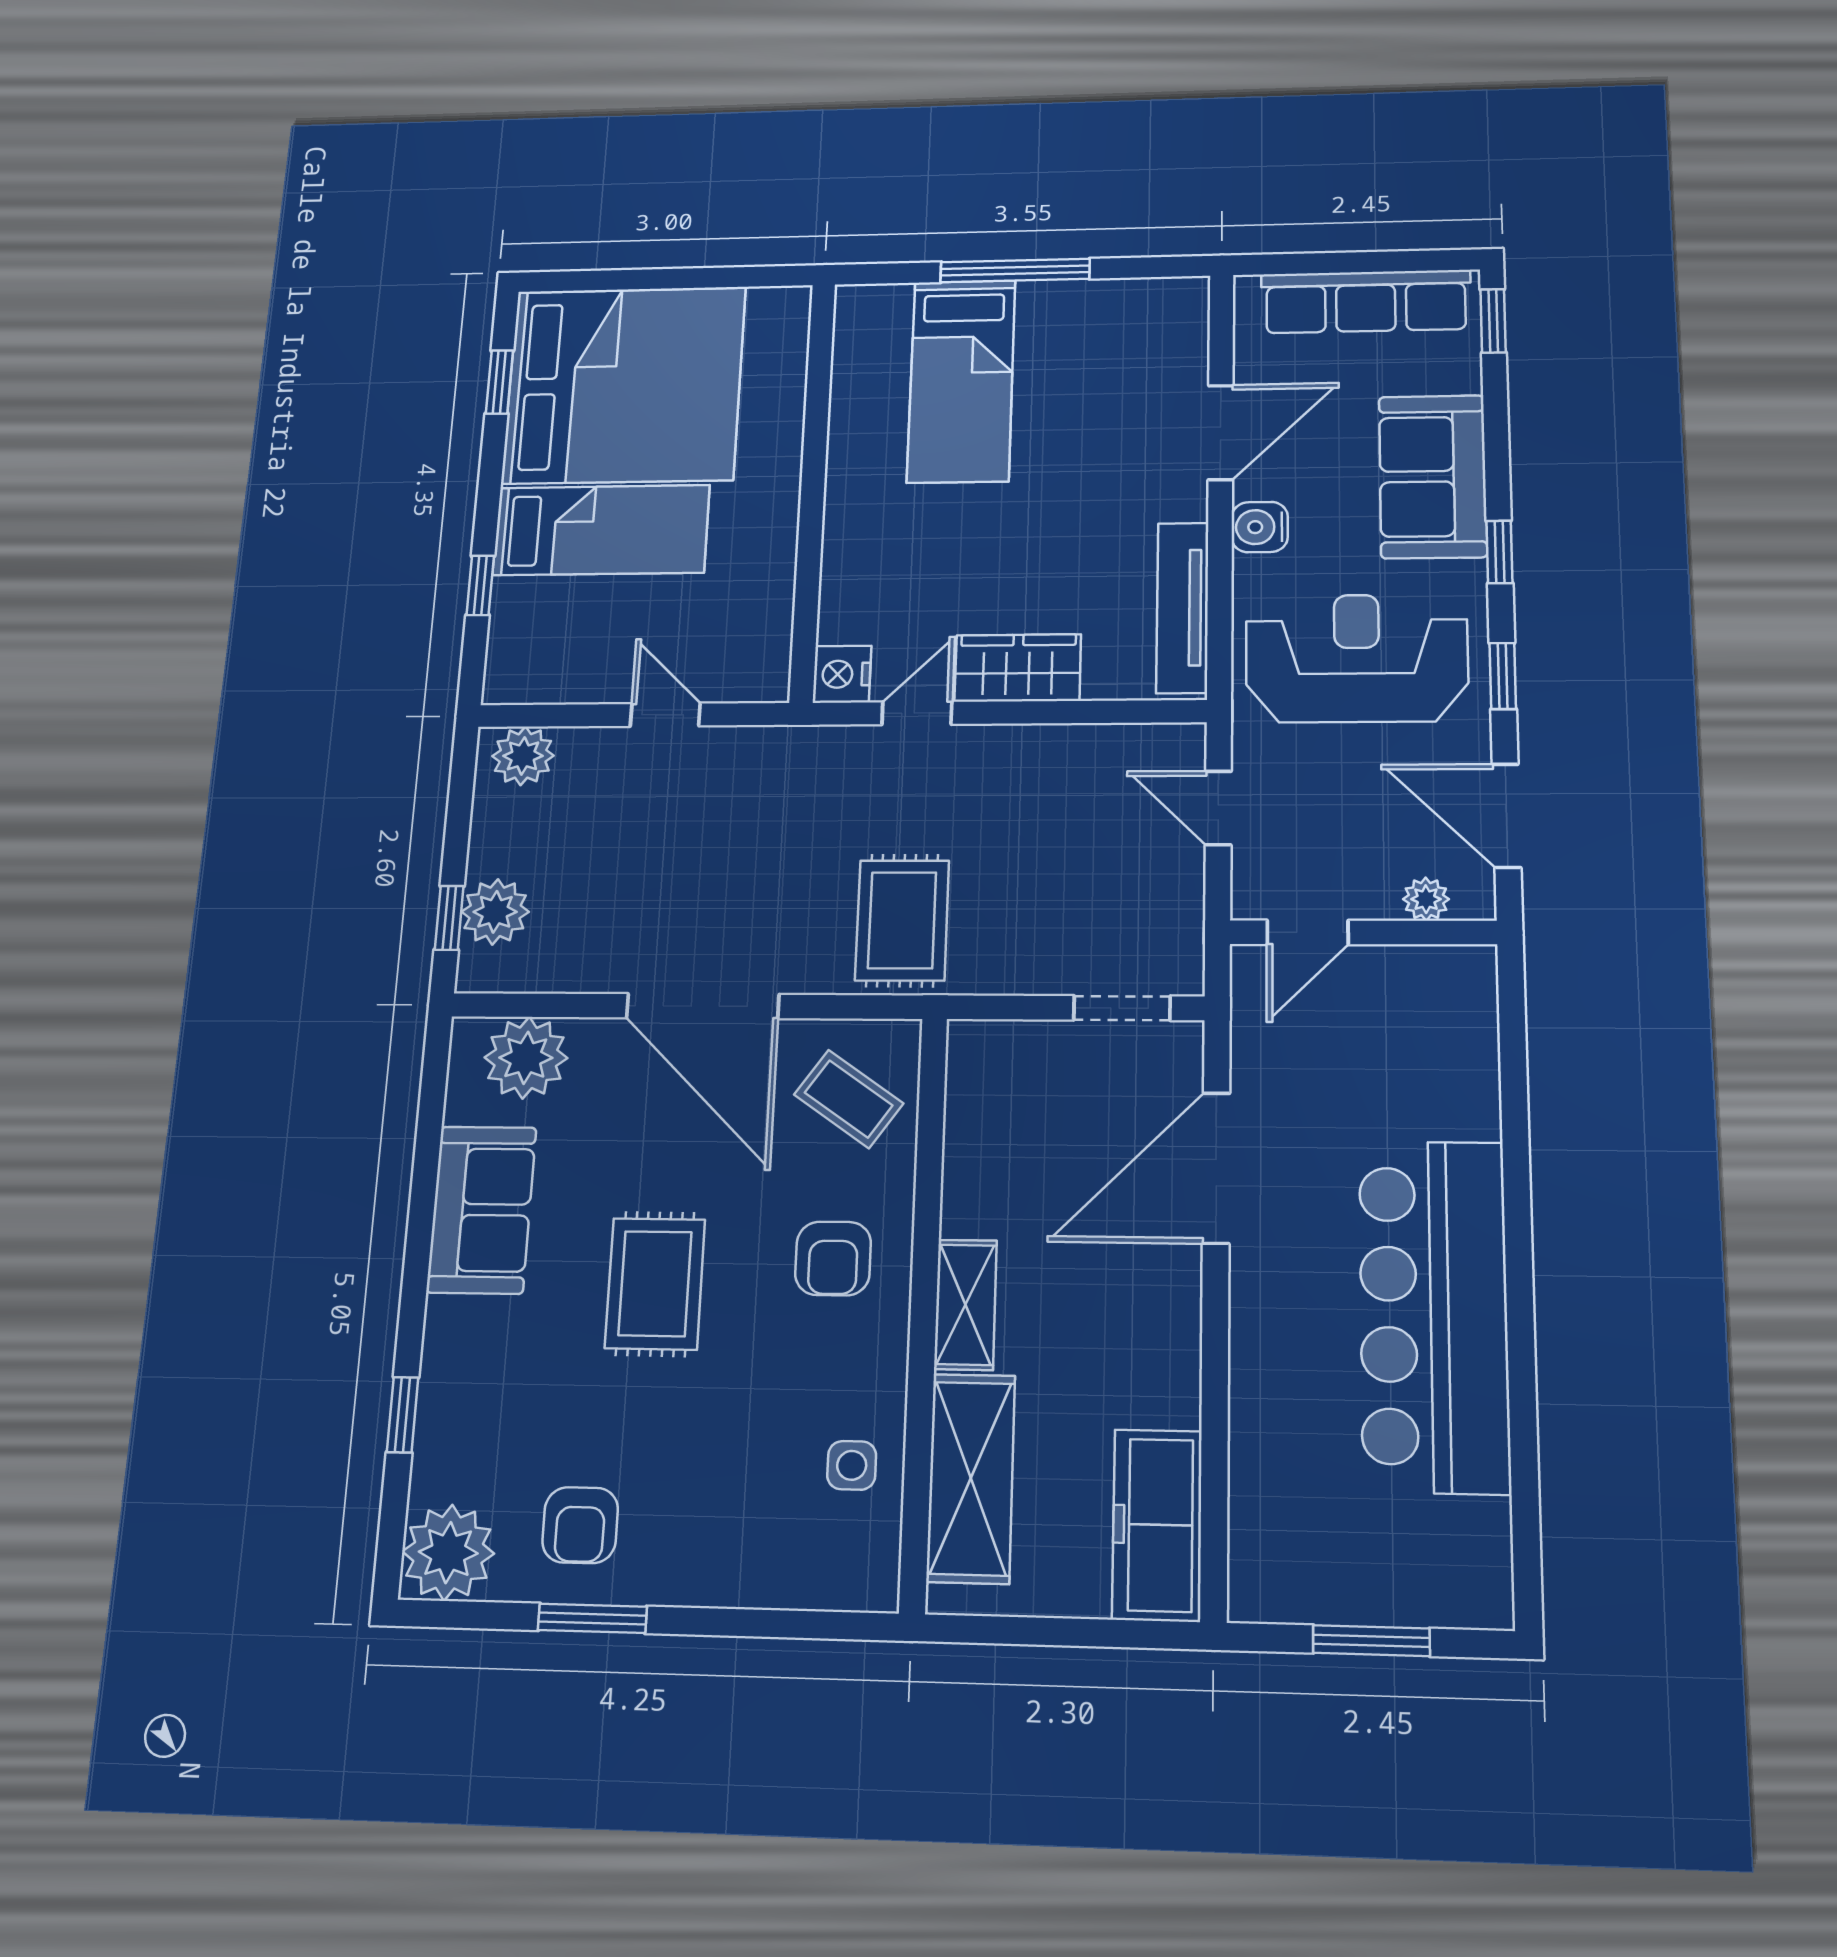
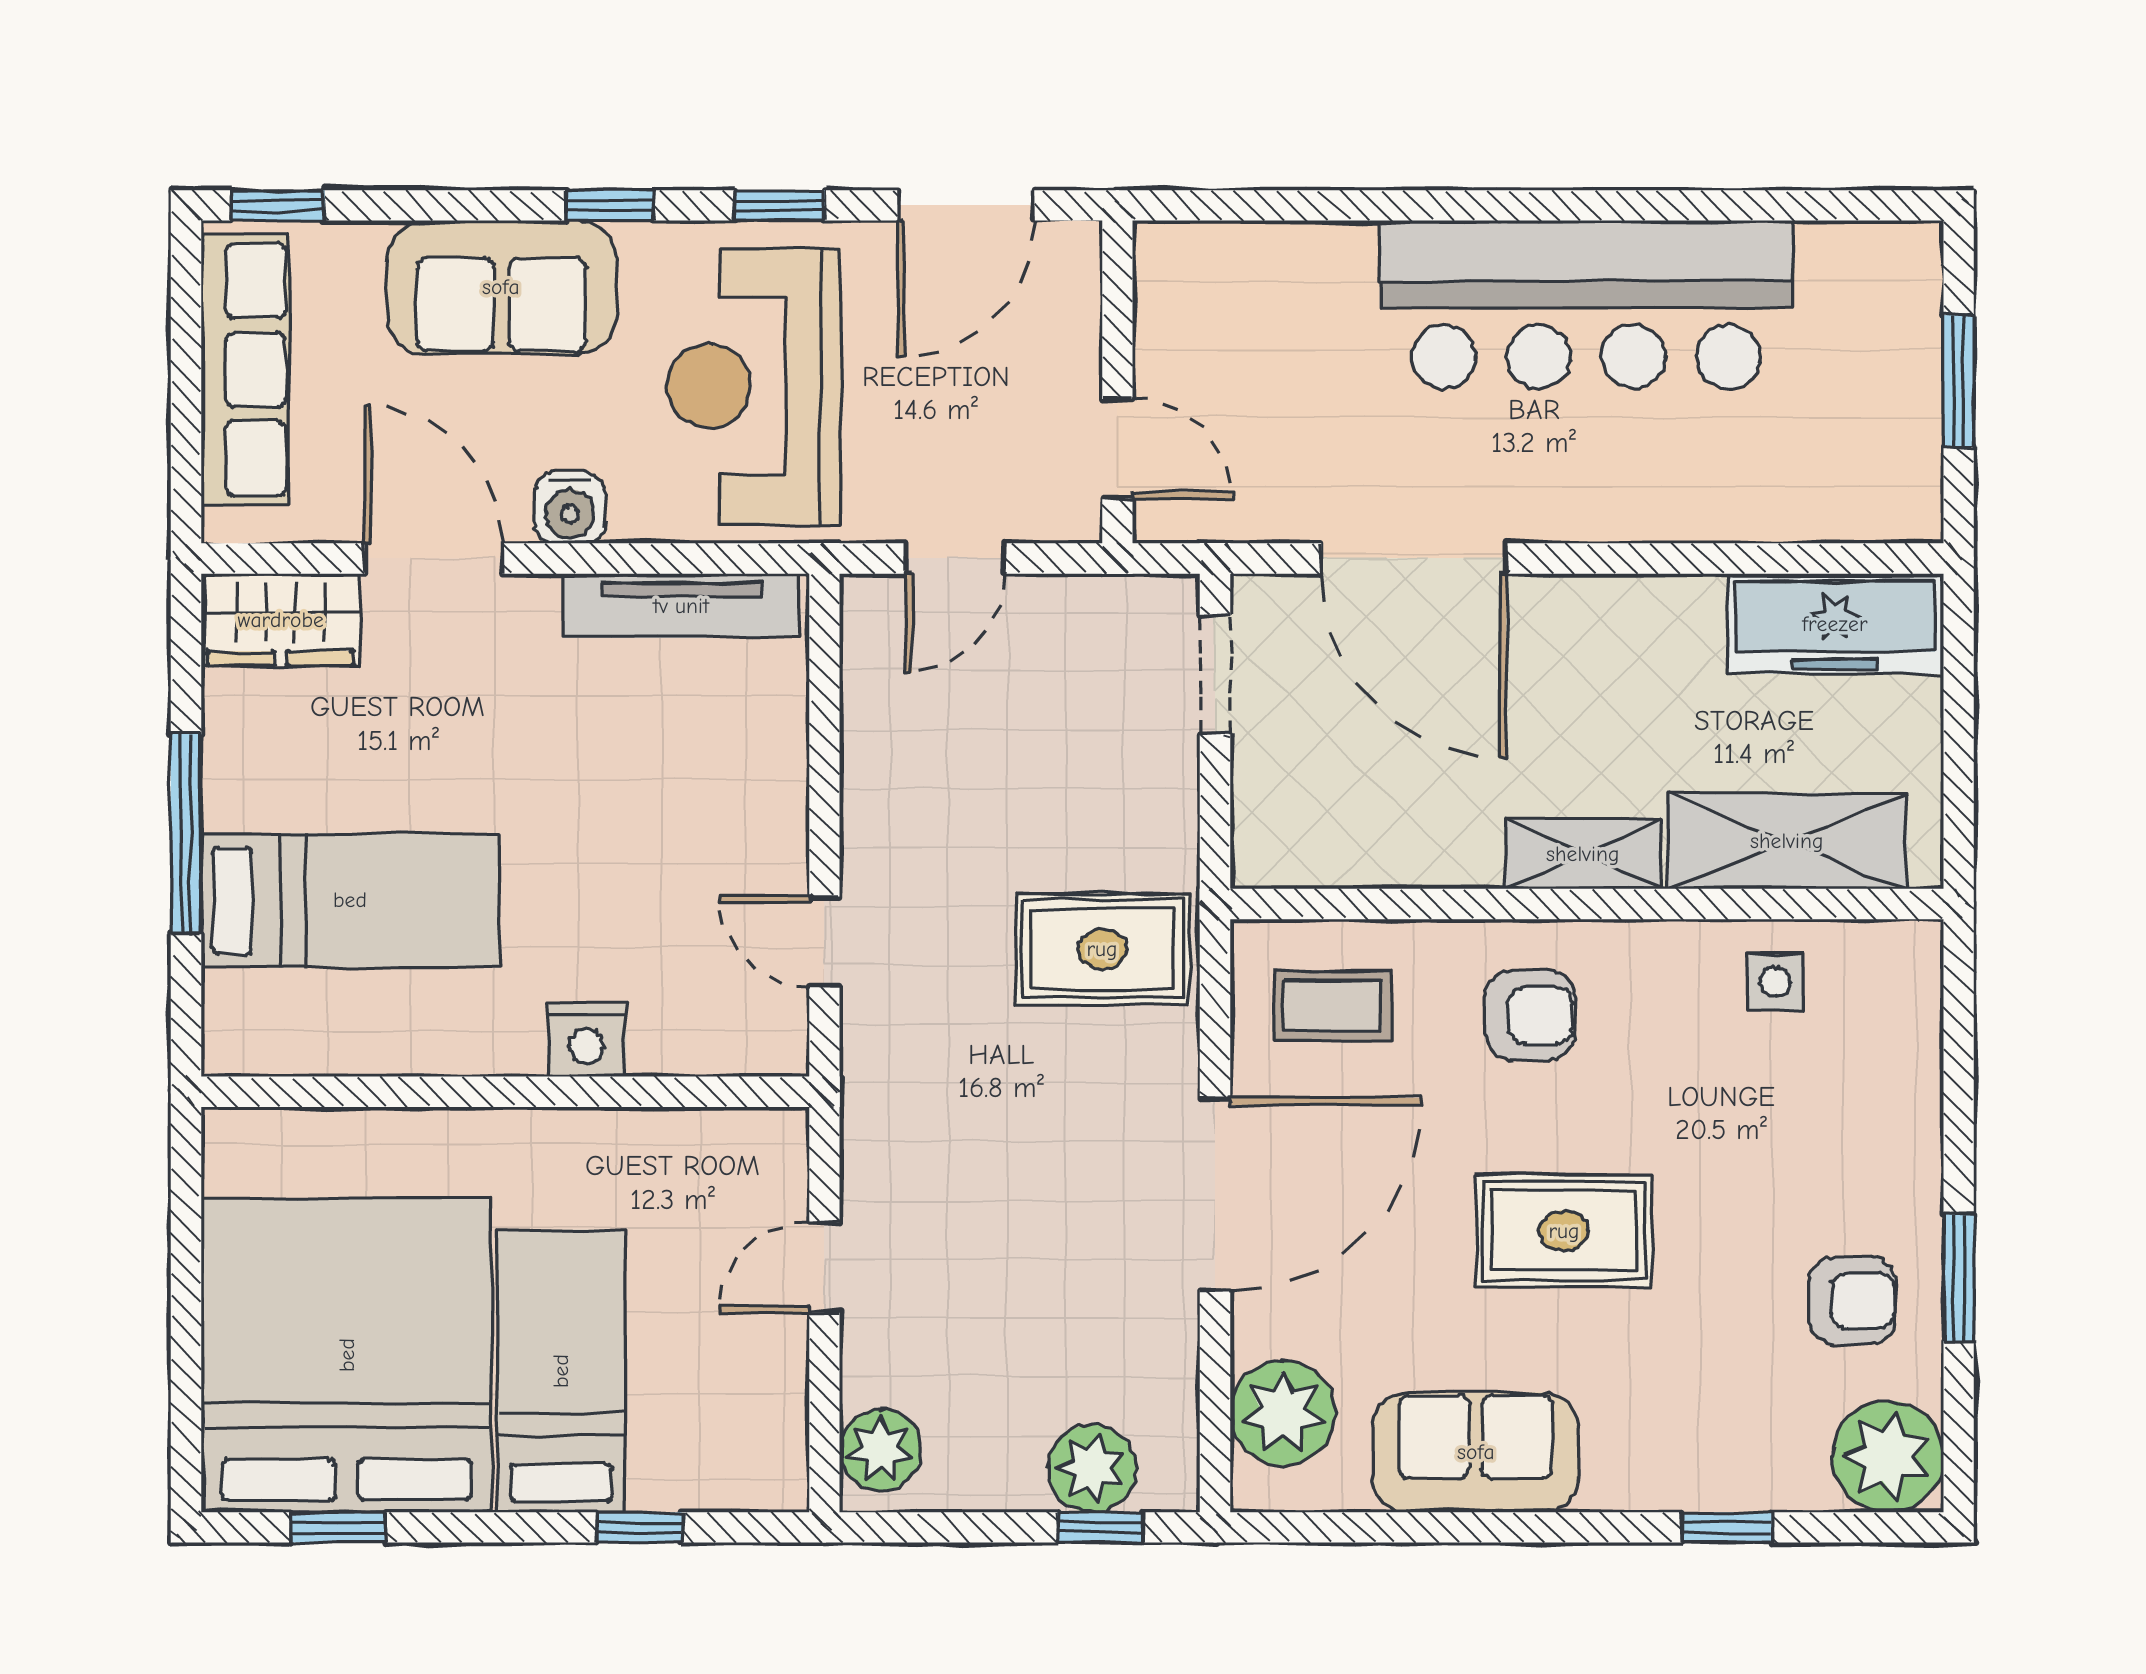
wardrobe: (1018, 668) -> (281, 620), moved, turned -90
nightstand: (842, 674) -> (587, 1040), moved
plant: (1426, 899) -> (1074, 305), removed
coffee table: (849, 1099) -> (1332, 1006), turned 55

